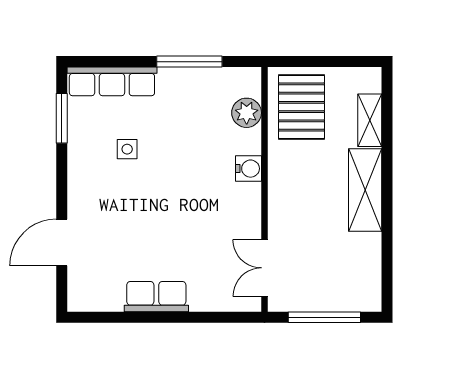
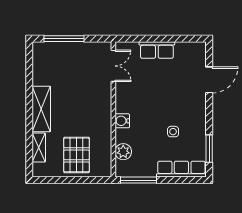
plant: (247, 113) -> (123, 152), moved
water cooler: (248, 169) -> (122, 121), moved
wall: (265, 189) -> (113, 109), moved
double door: (265, 268) -> (113, 66), moved

